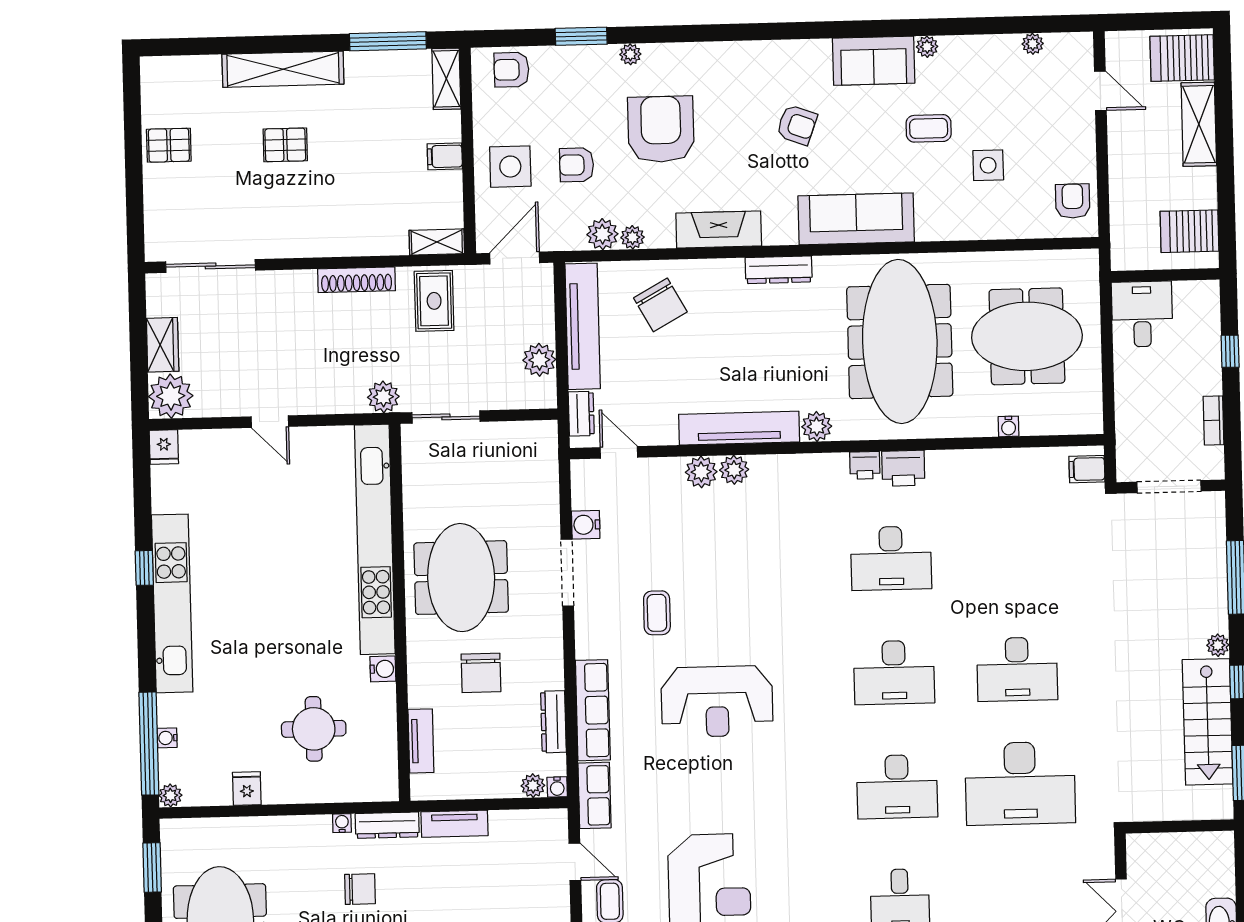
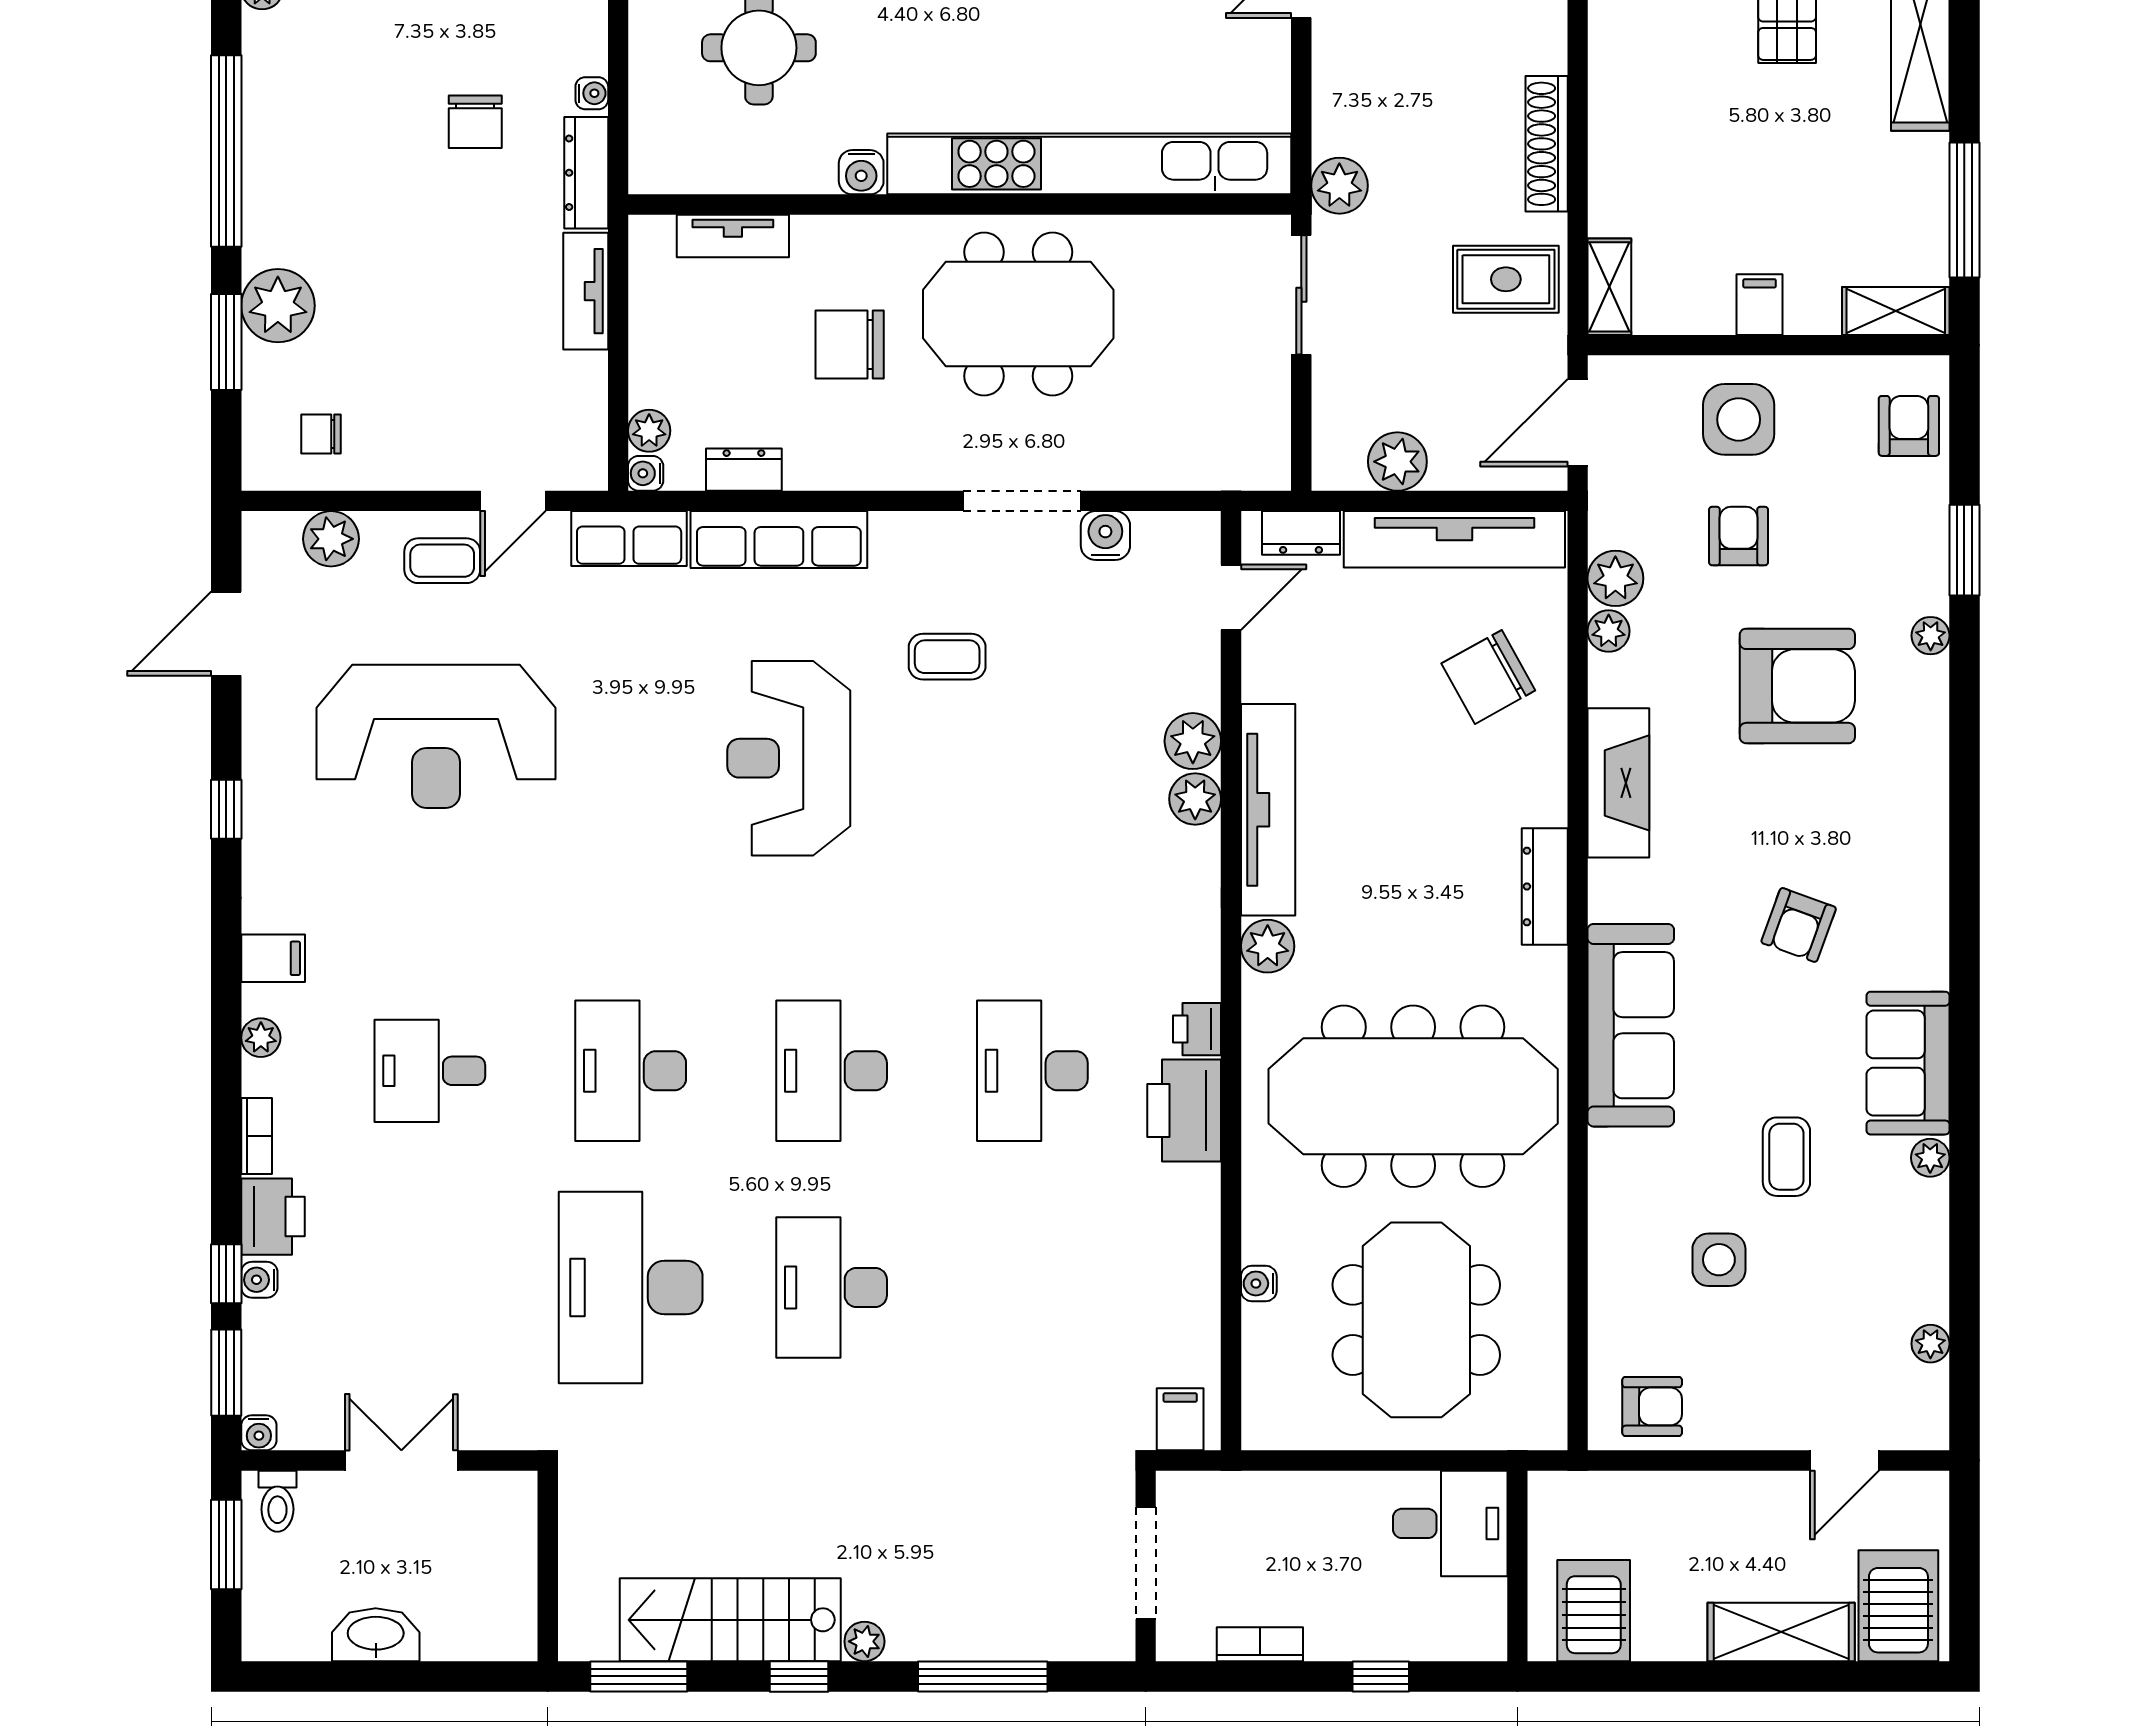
door: (515, 258) -> (1578, 423), swing flipped
printer: (903, 468) -> (1184, 1110), width x1.37, depth x1.19
dresser: (553, 722) -> (744, 470), width x0.70

